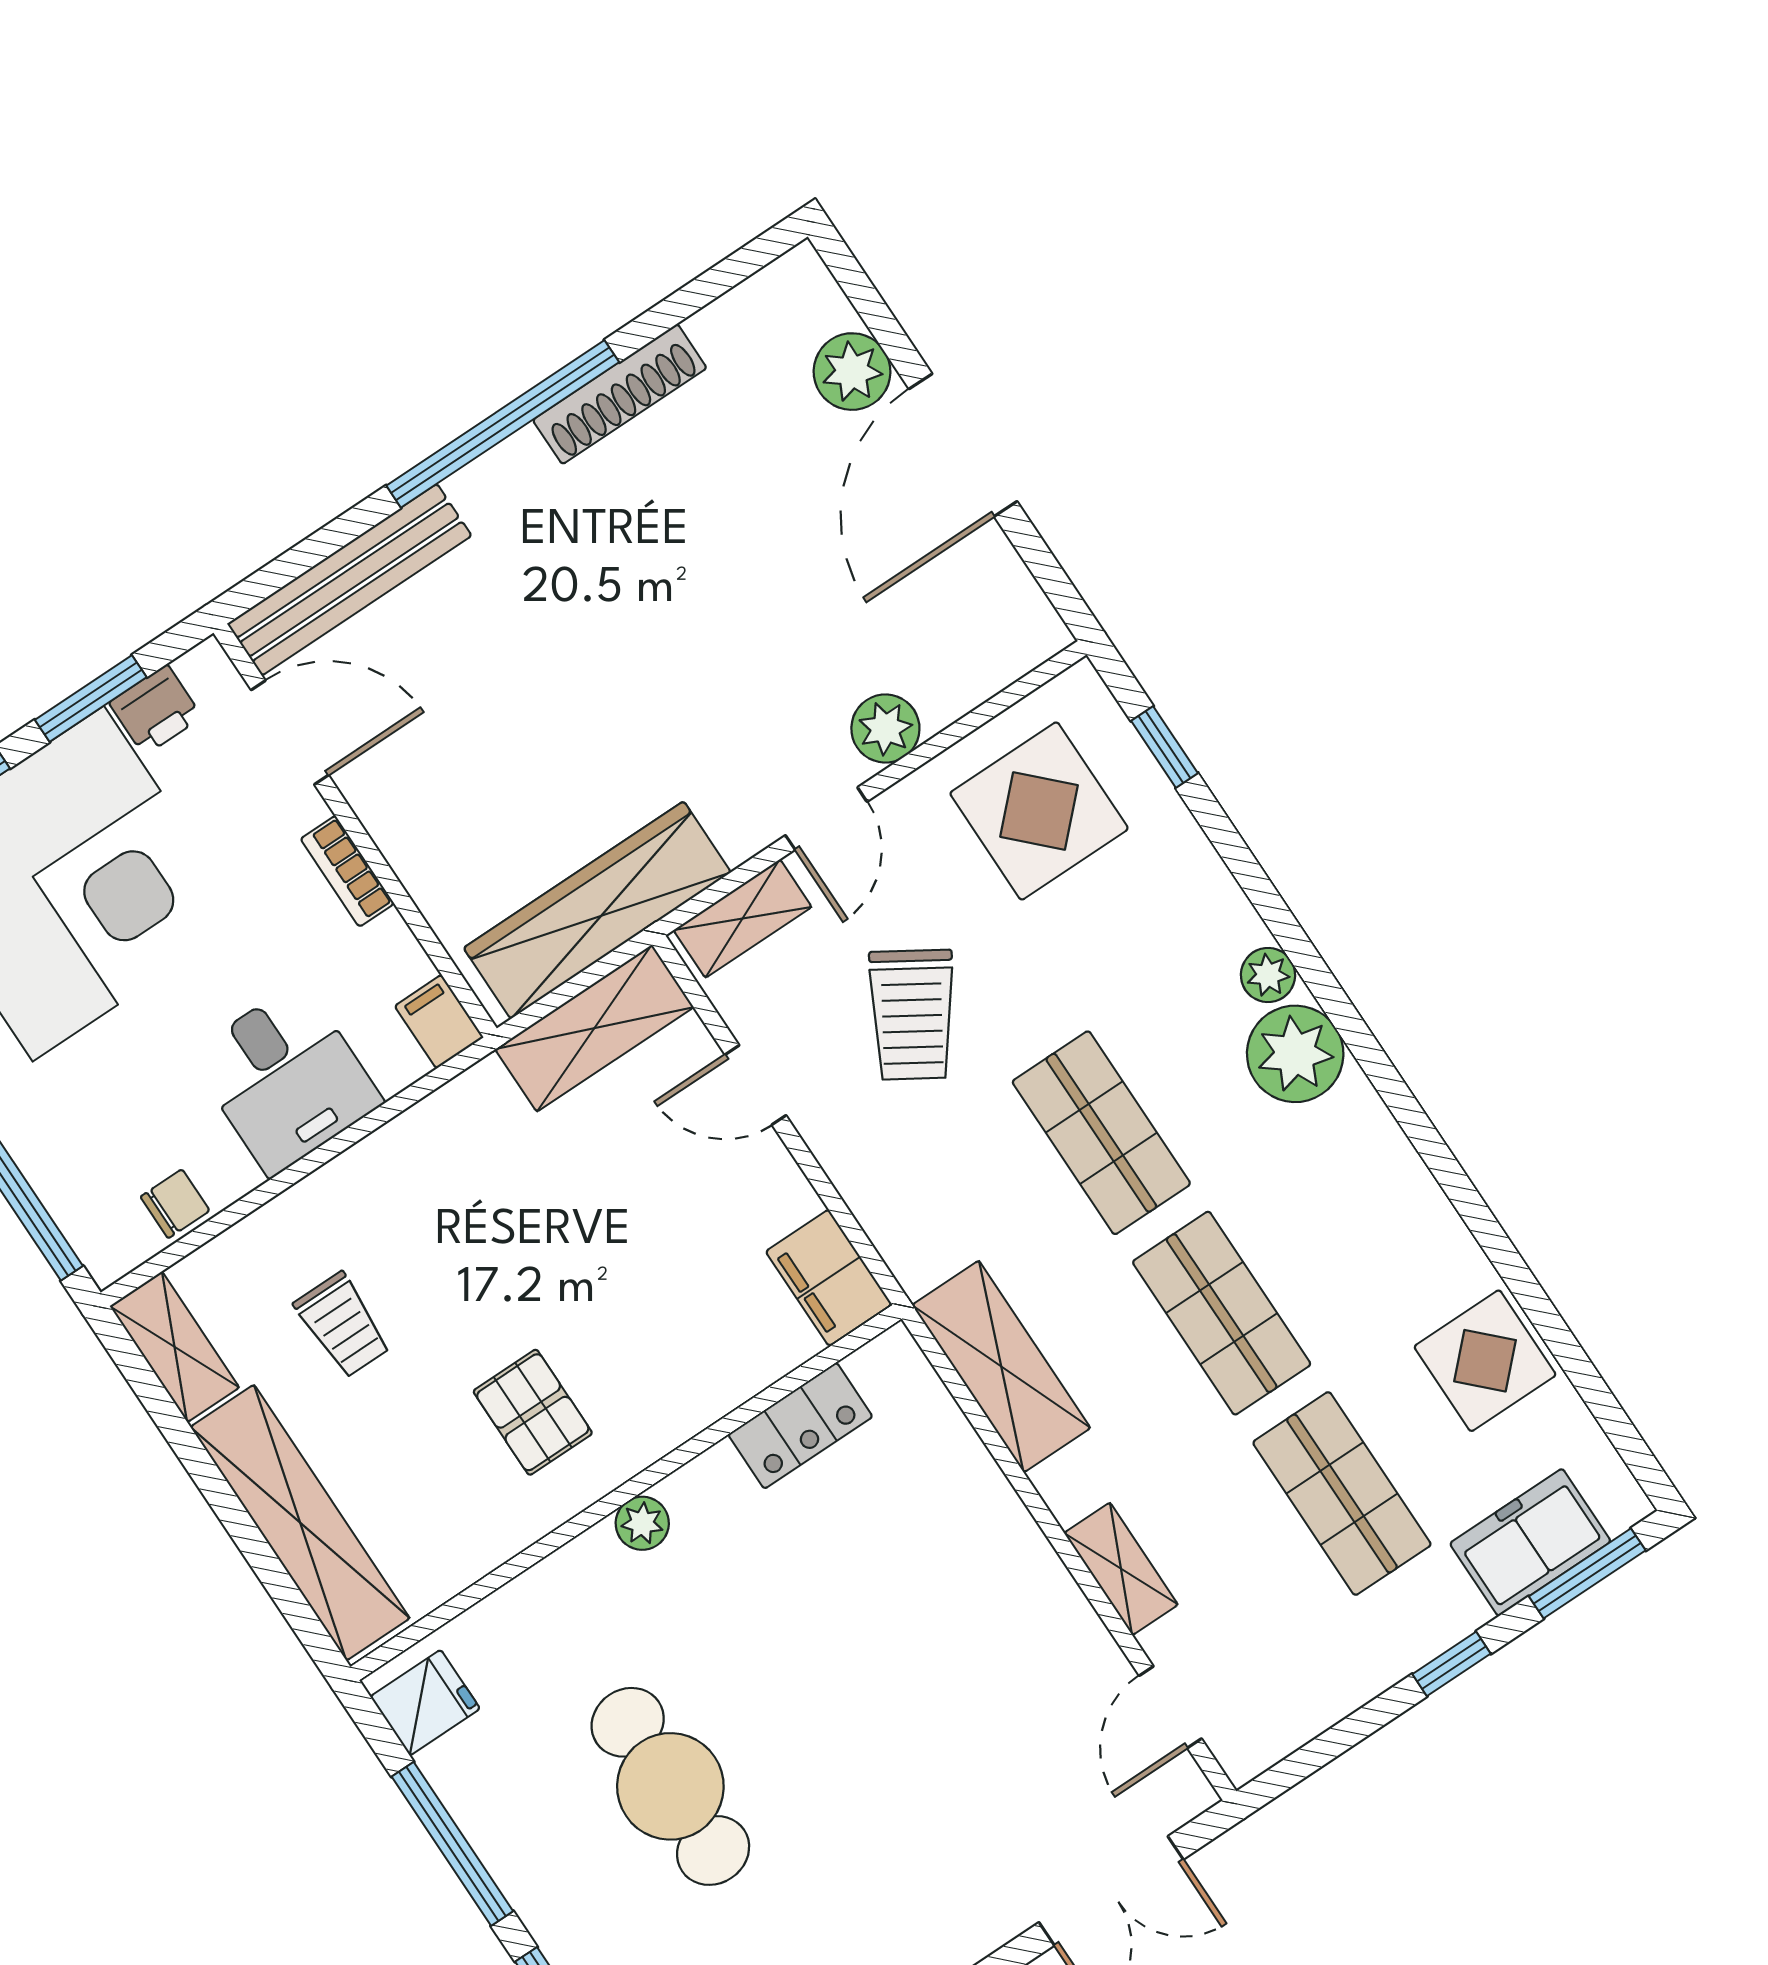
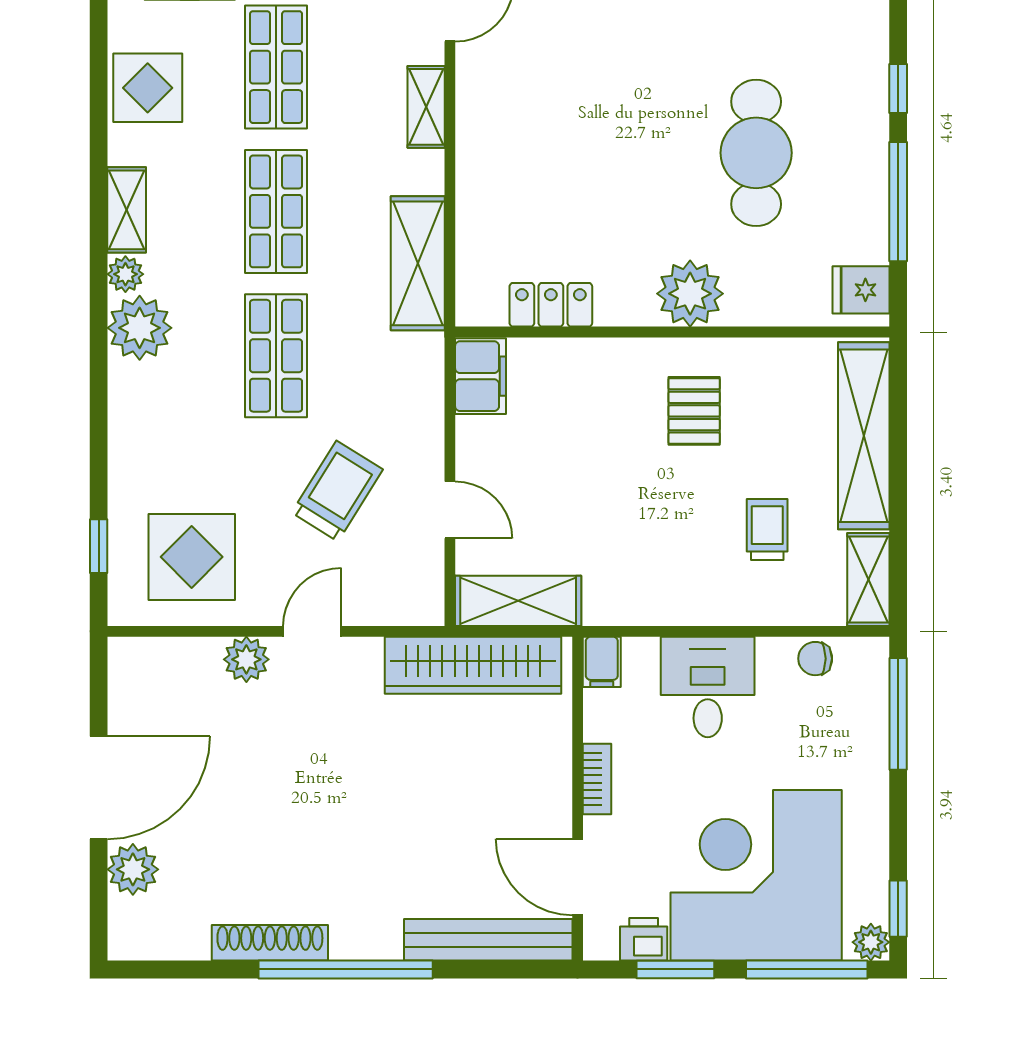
shelving: (743, 919) -> (127, 210), moved, turned 90
plant: (1268, 975) -> (125, 274), moved
plant: (642, 1523) -> (690, 294), width x1.88, depth x1.88

